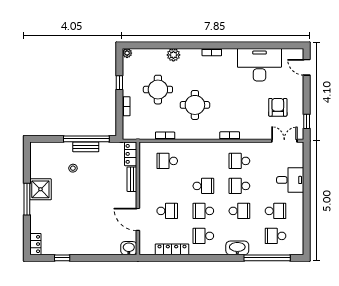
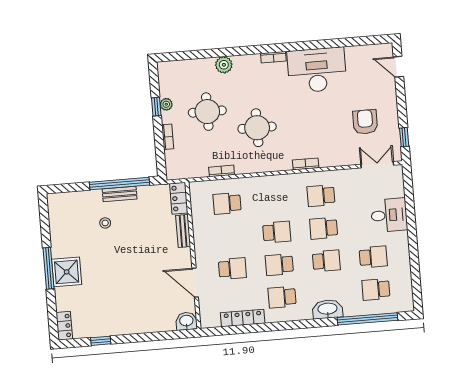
plant: (127, 53) -> (166, 104), moved
desk: (259, 65) -> (317, 70), moved
shower: (40, 189) -> (67, 272), moved

